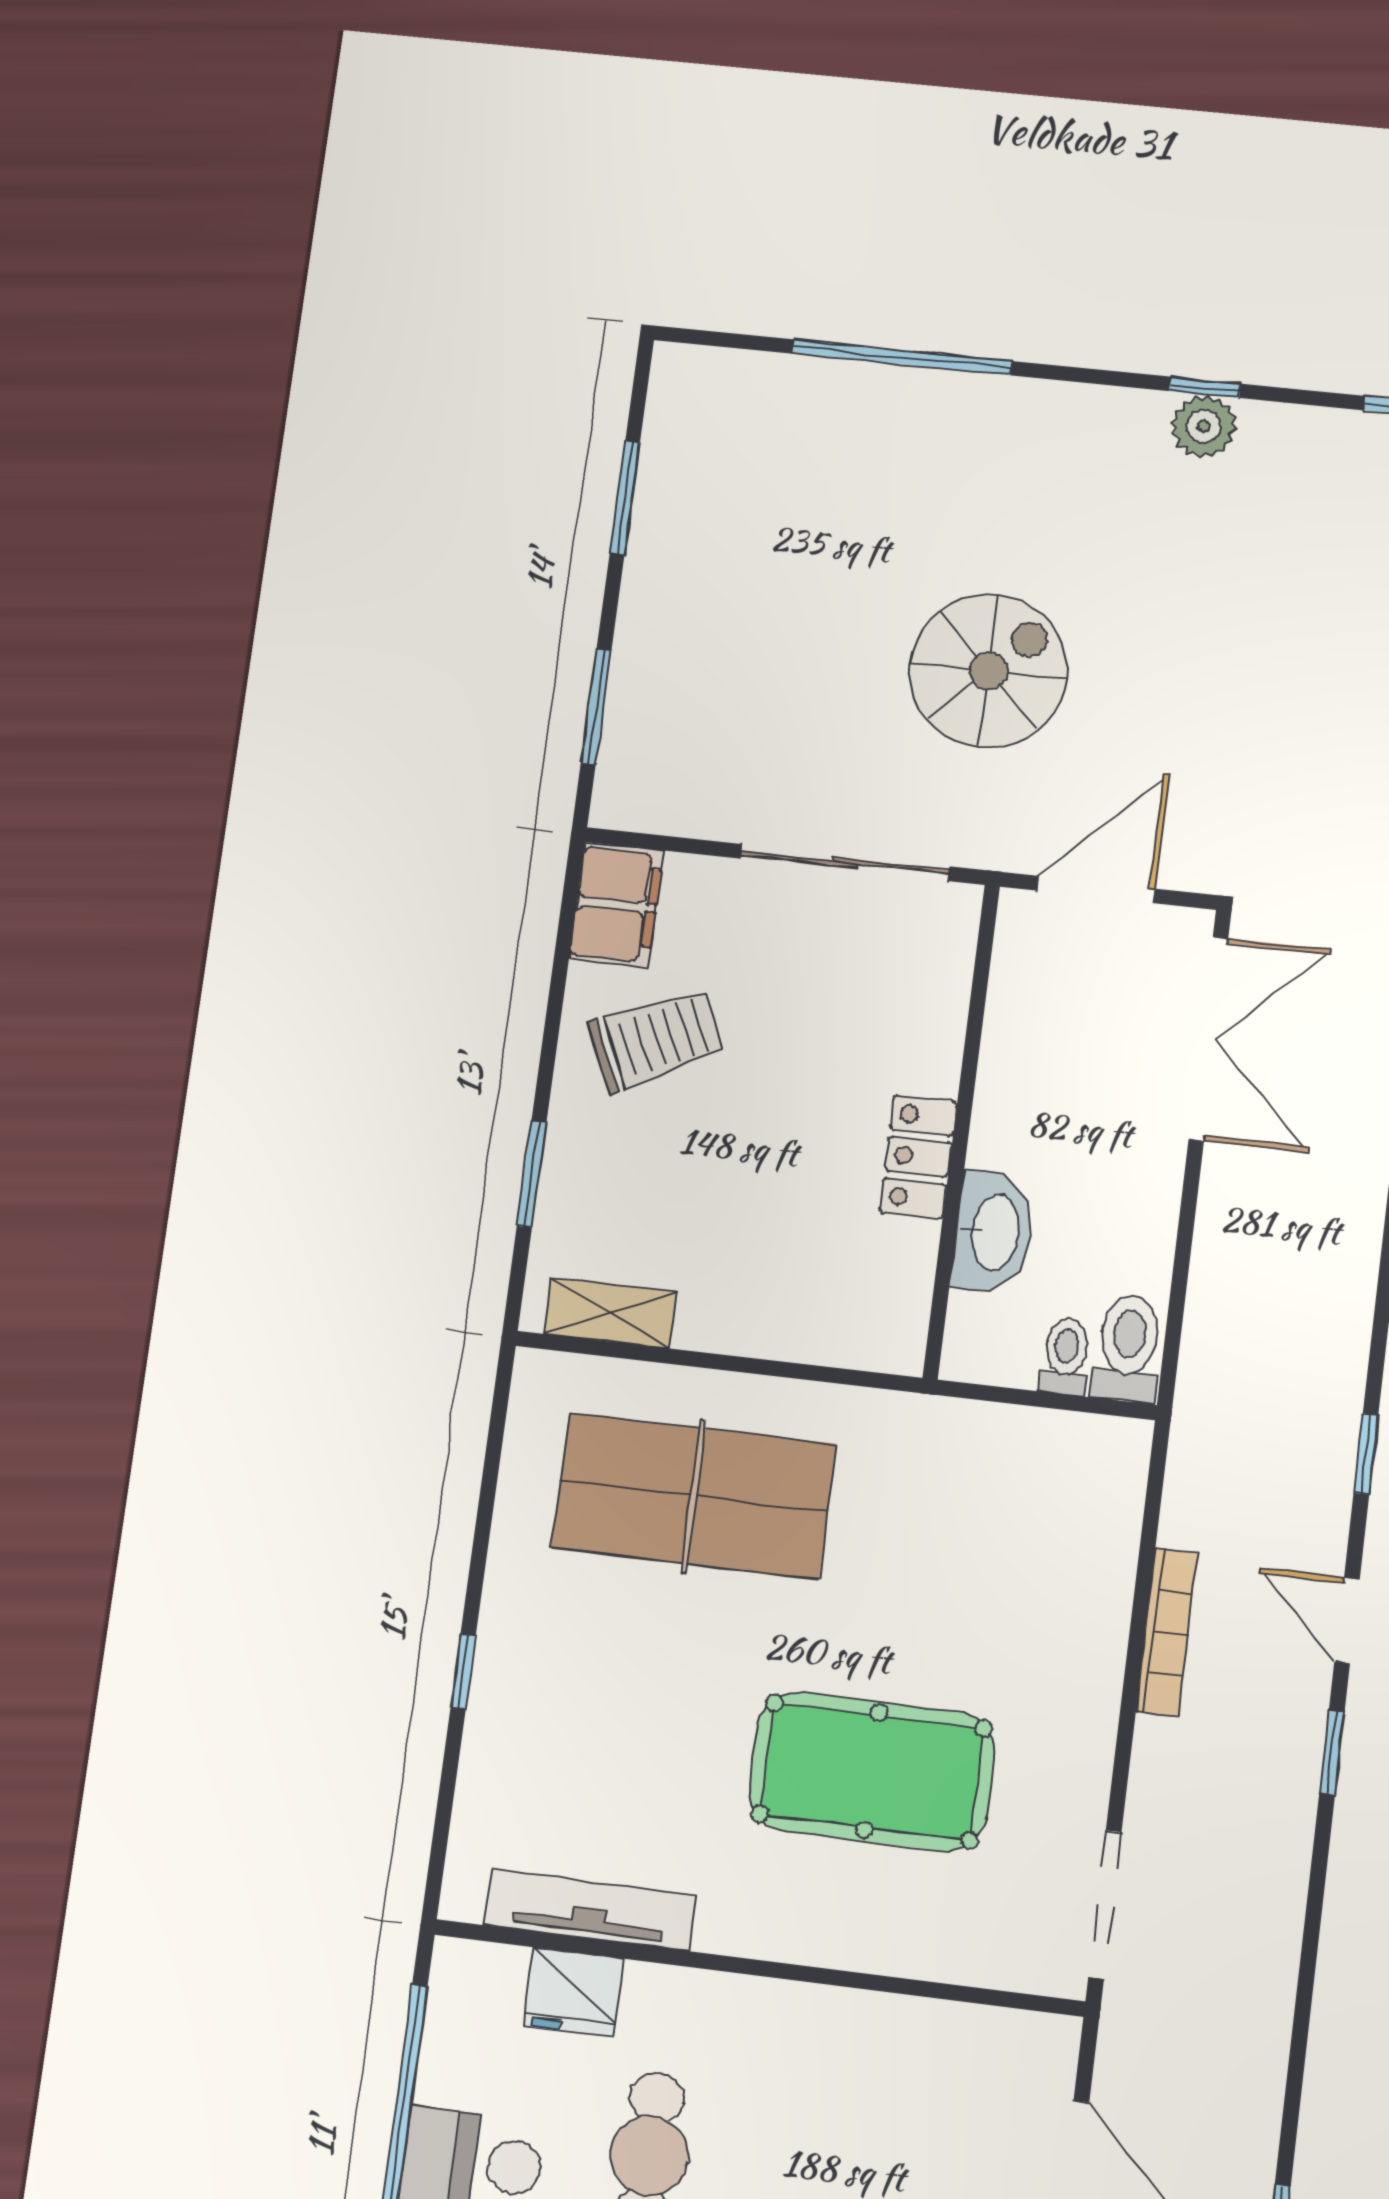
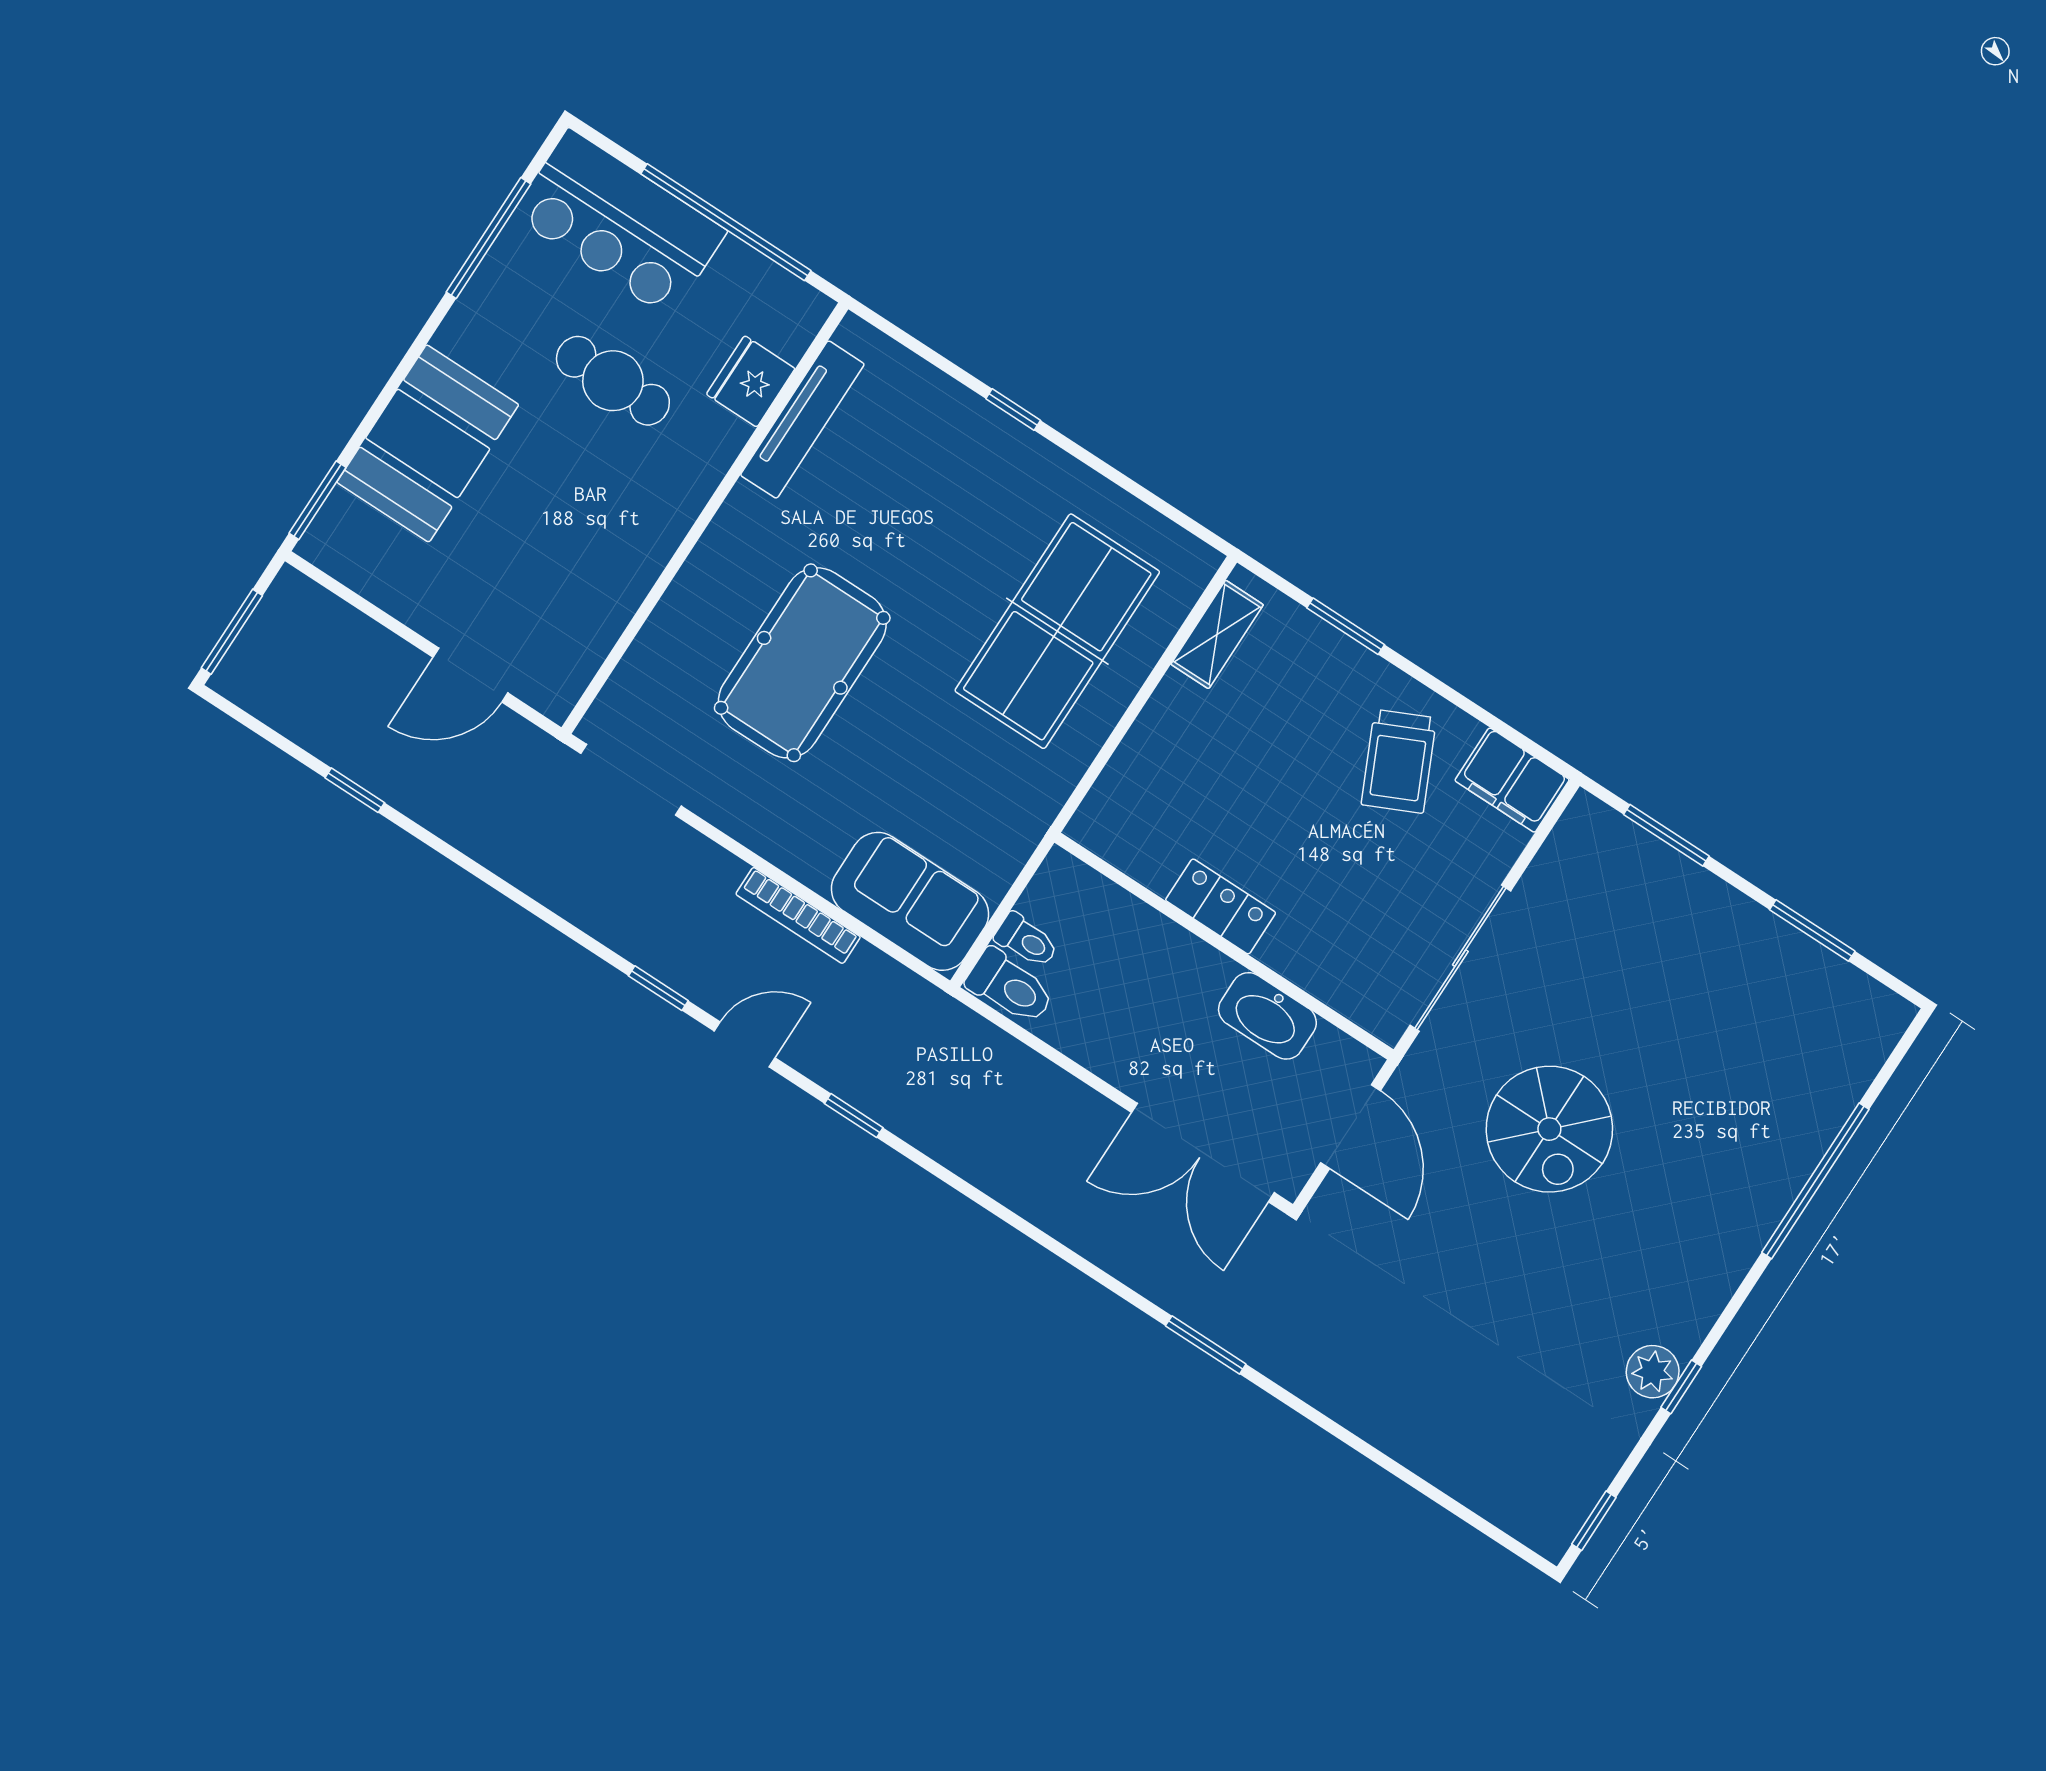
washbasin: (993, 1232) -> (1267, 1016), moved
sofa: (1087, 1511) -> (910, 901), added

